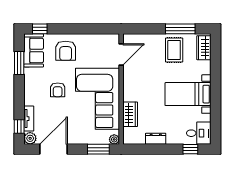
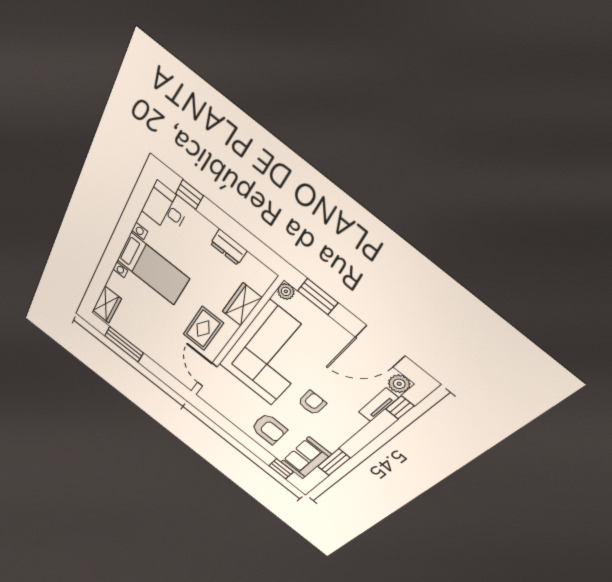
rug: (174, 50) -> (203, 329), moved
armchair: (66, 51) -> (269, 429), turned 90
door: (121, 54) -> (207, 375), hinge flipped

